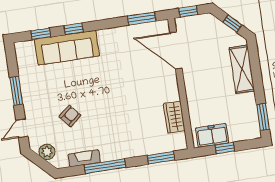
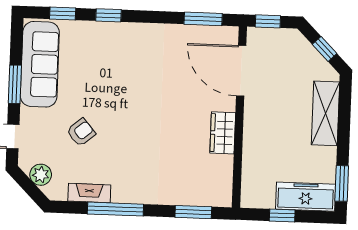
sofa: (67, 48) -> (40, 64), moved, turned -90
wardrobe: (174, 117) -> (223, 133), moved
freezer: (212, 135) -> (306, 197), moved, width x1.40

